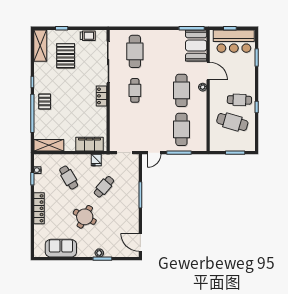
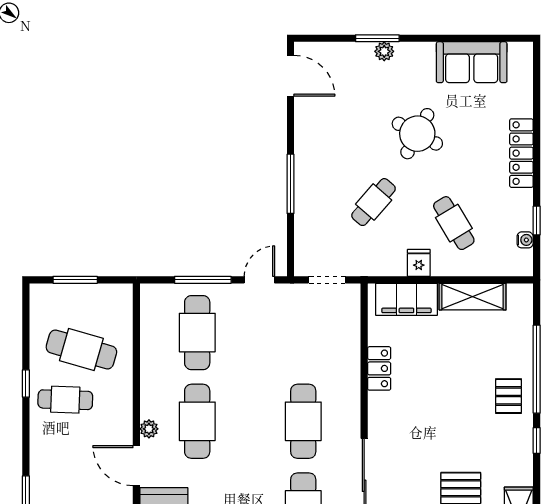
cafe table: (135, 90) -> (303, 421), width x1.37, depth x1.35
locker: (102, 96) -> (379, 368), moved
shelving: (49, 145) -> (473, 297), moved
fridge: (96, 160) -> (419, 263), moved

